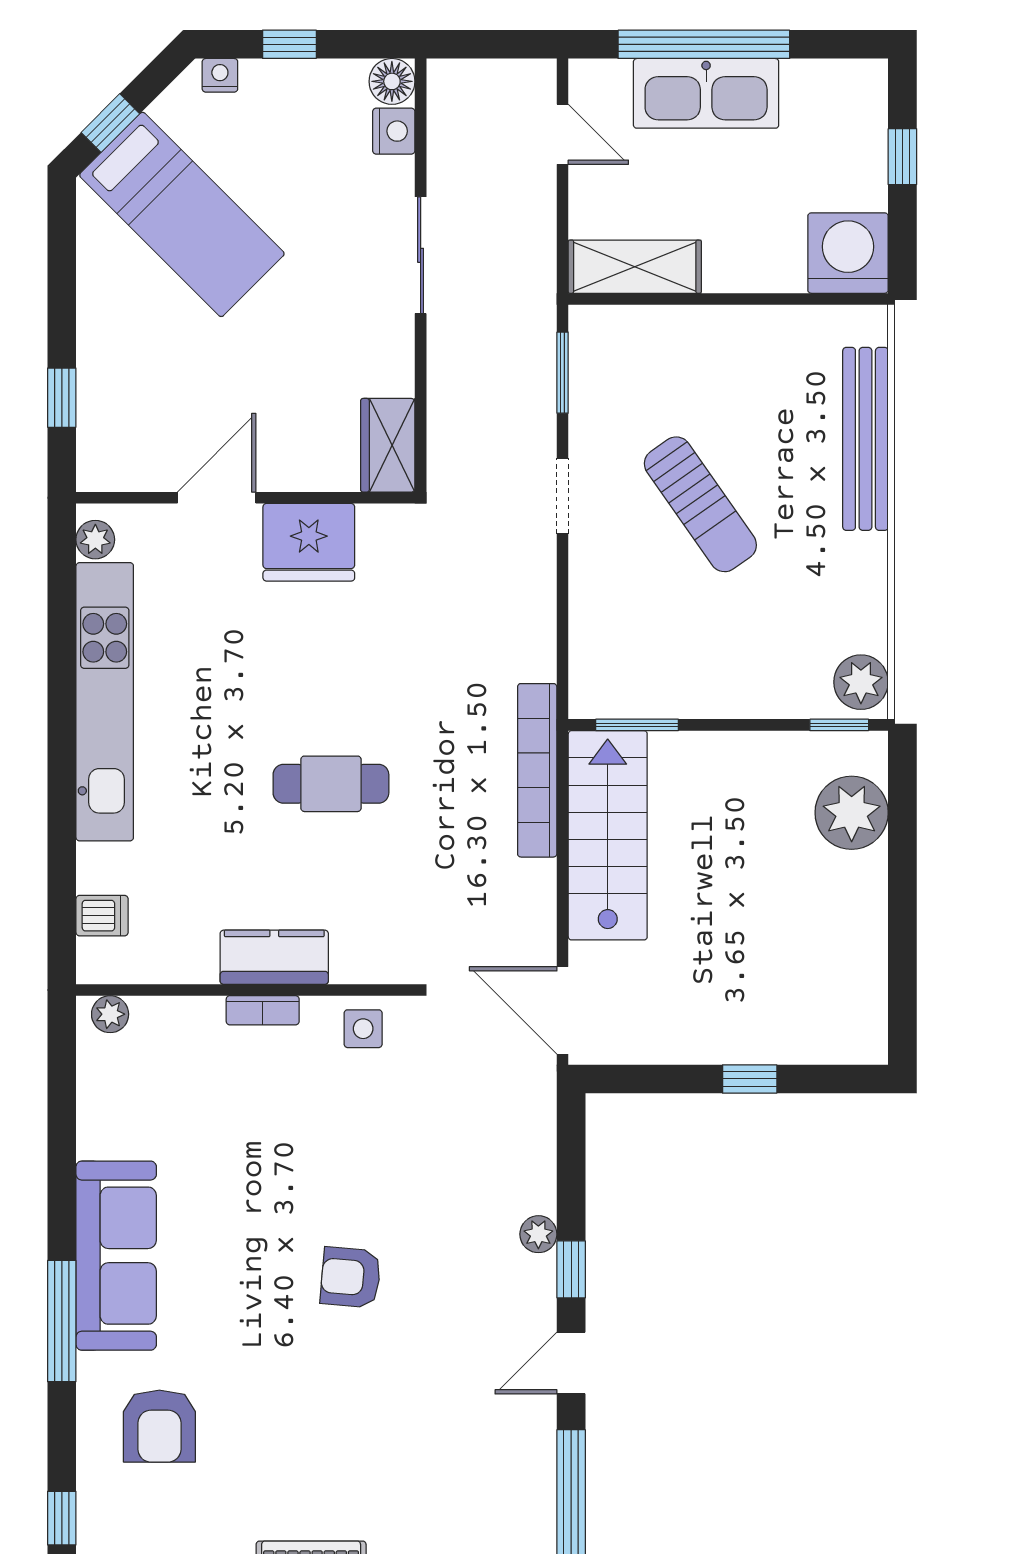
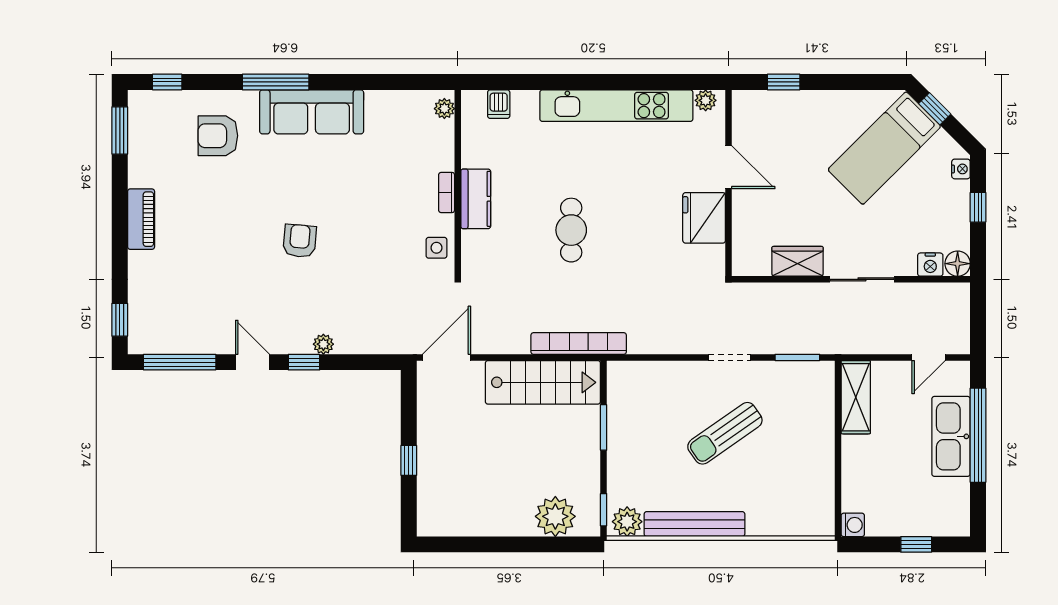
washing machine: (848, 253) -> (853, 525), width x0.53, depth x0.53
bench: (865, 439) -> (694, 524), moved
wardrobe: (388, 445) -> (798, 261), moved
window: (637, 725) -> (604, 427), moved

